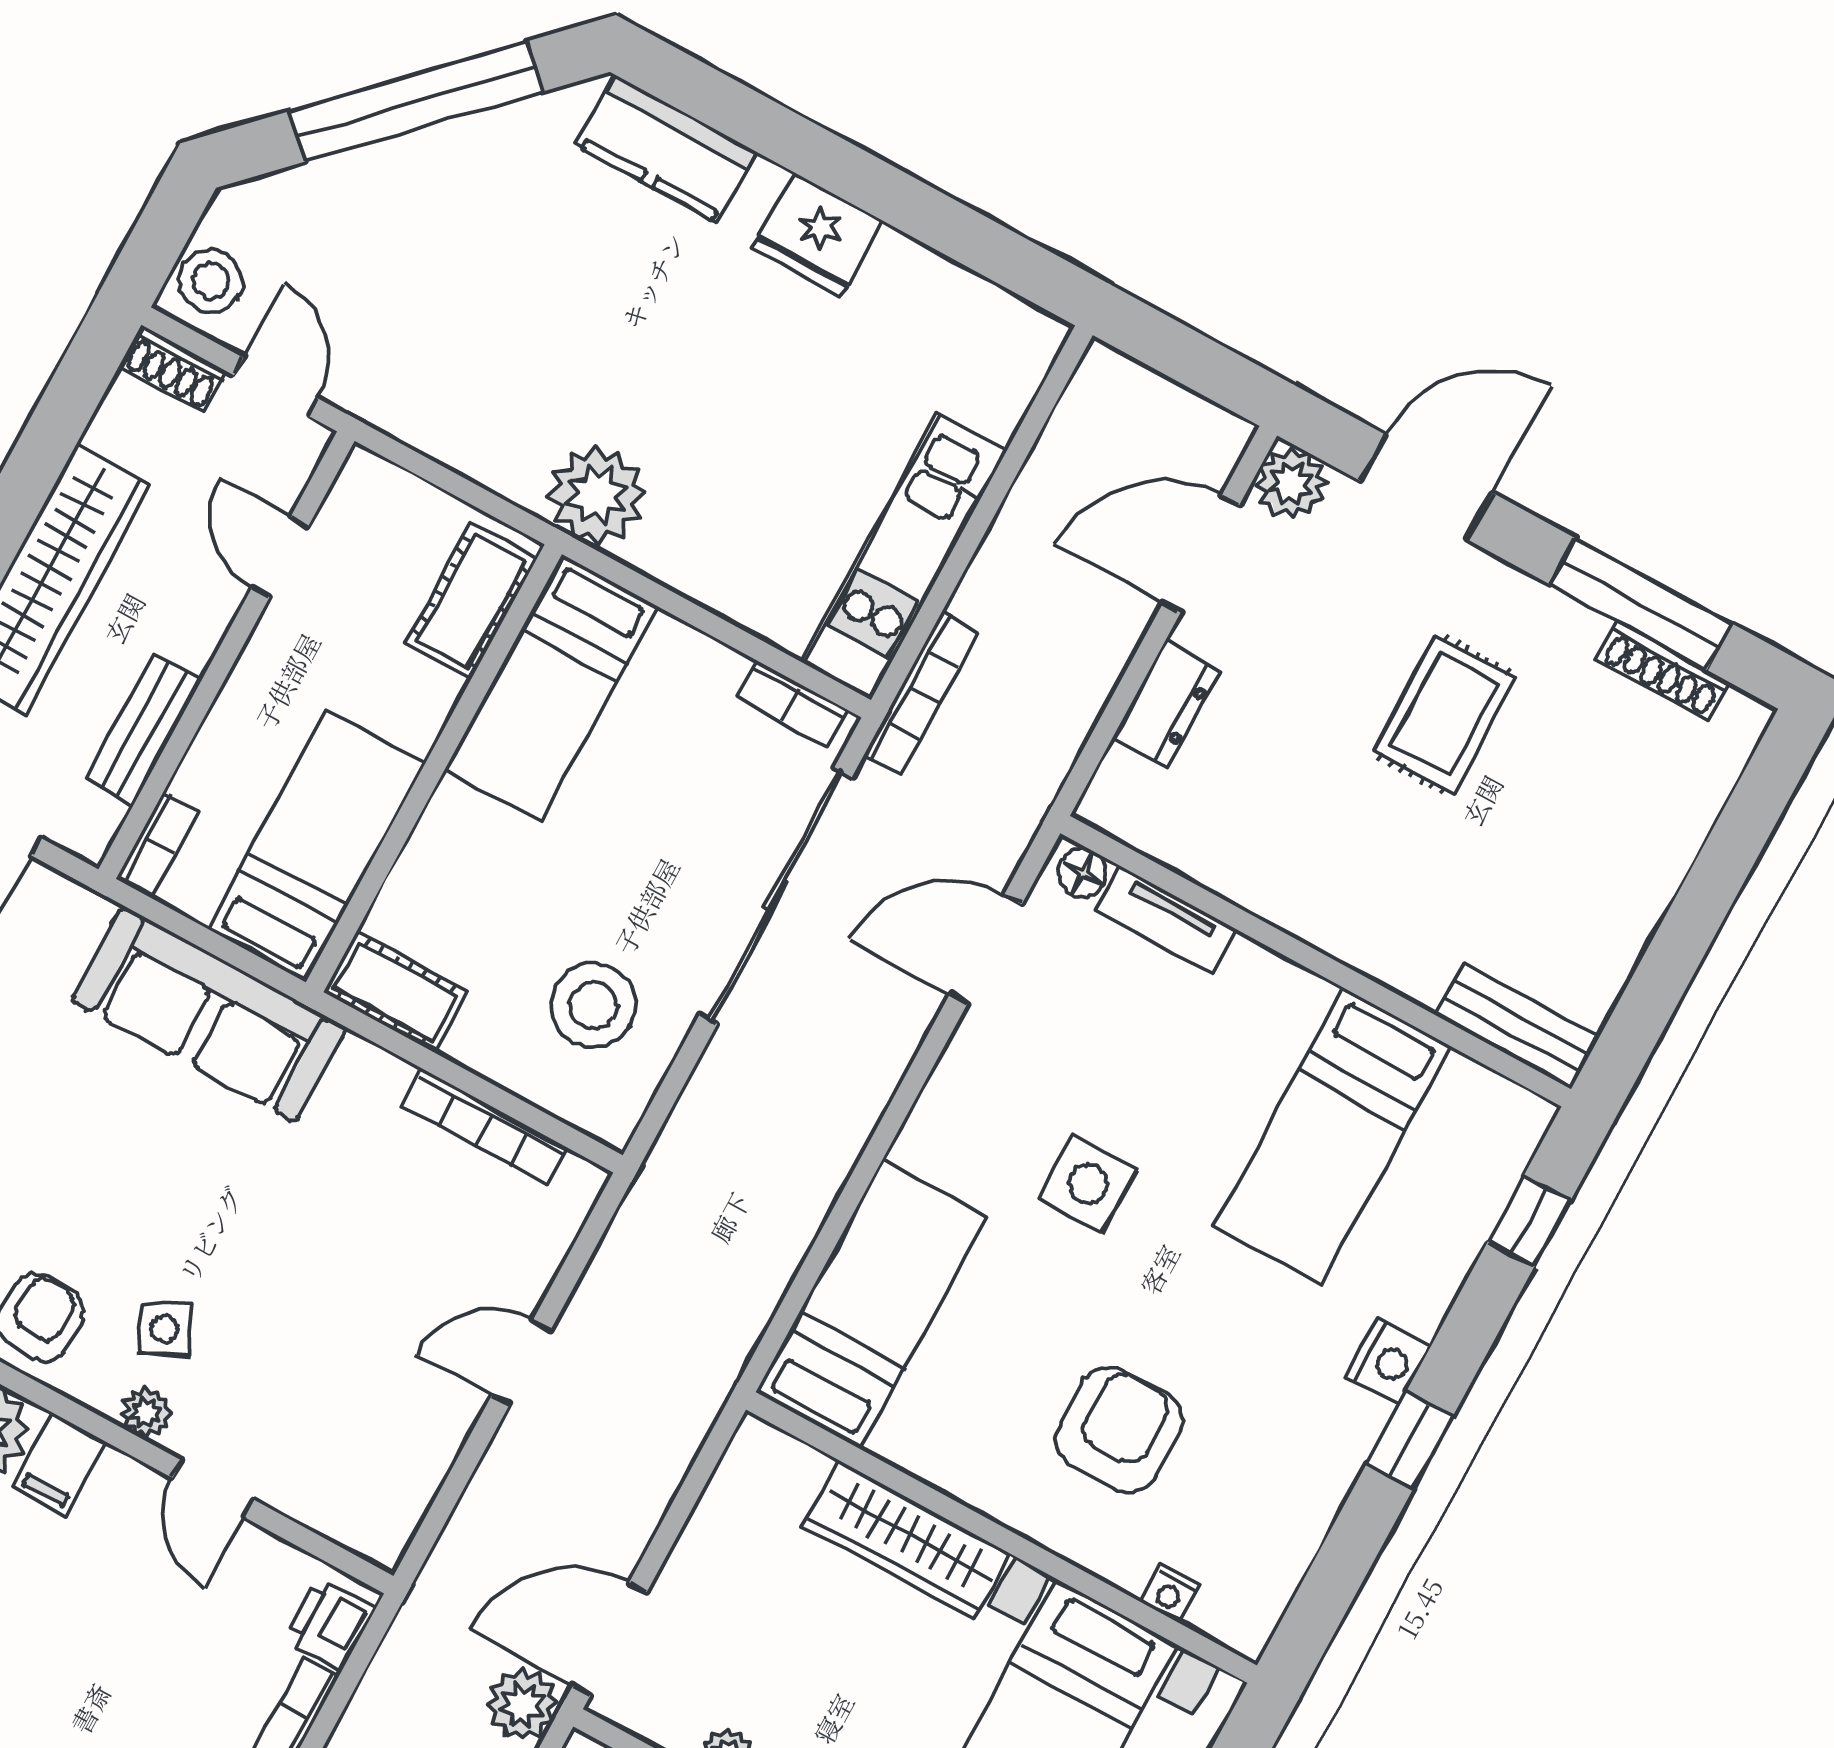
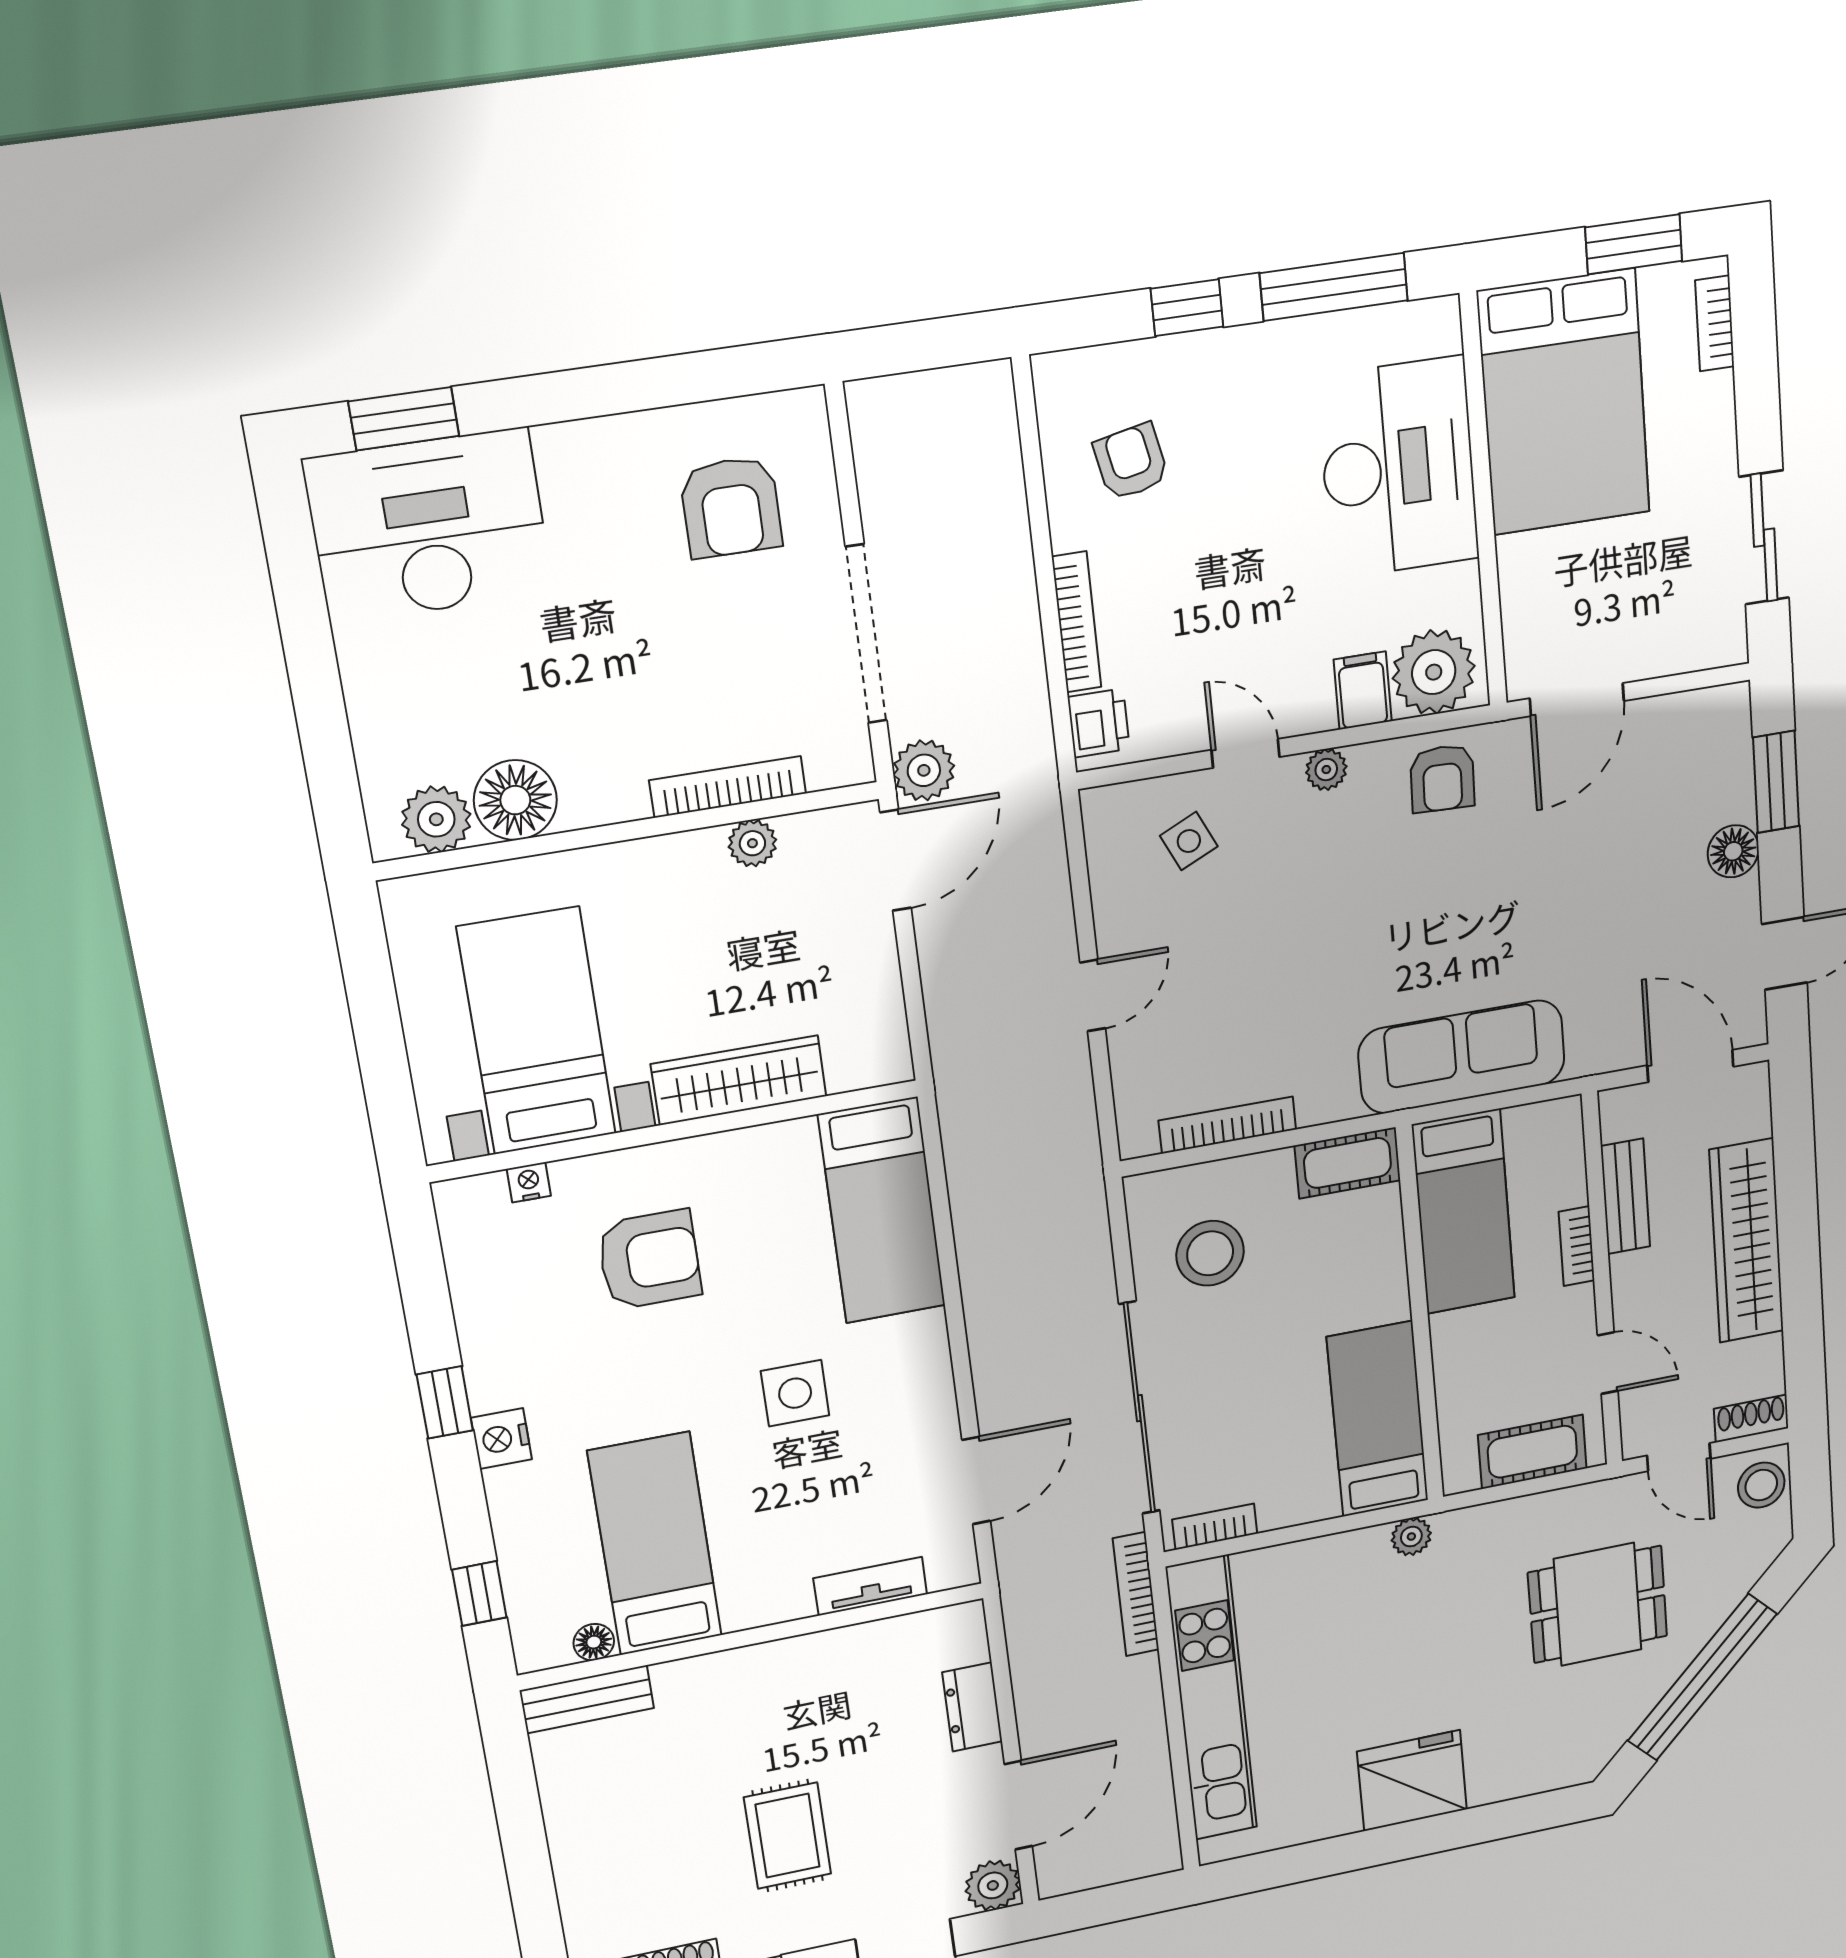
kitchen counter: (667, 149) -> (1528, 1768), removed
fridge: (817, 234) -> (1412, 1781), width x1.36, depth x1.34
dining table: (469, 284) -> (1598, 1604), added
plant: (597, 495) -> (1411, 1537), width x0.53, depth x0.53
kitchen unit: (904, 556) -> (1212, 1699), width x1.36
cot: (471, 601) -> (1532, 1452), moved, turned 90
bookcase: (157, 845) -> (1577, 1246), moved
floor lamp: (1083, 873) -> (594, 1642), moved
side table: (165, 1329) -> (1189, 841), moved
armchair: (1119, 1430) -> (649, 1260), turned -90

